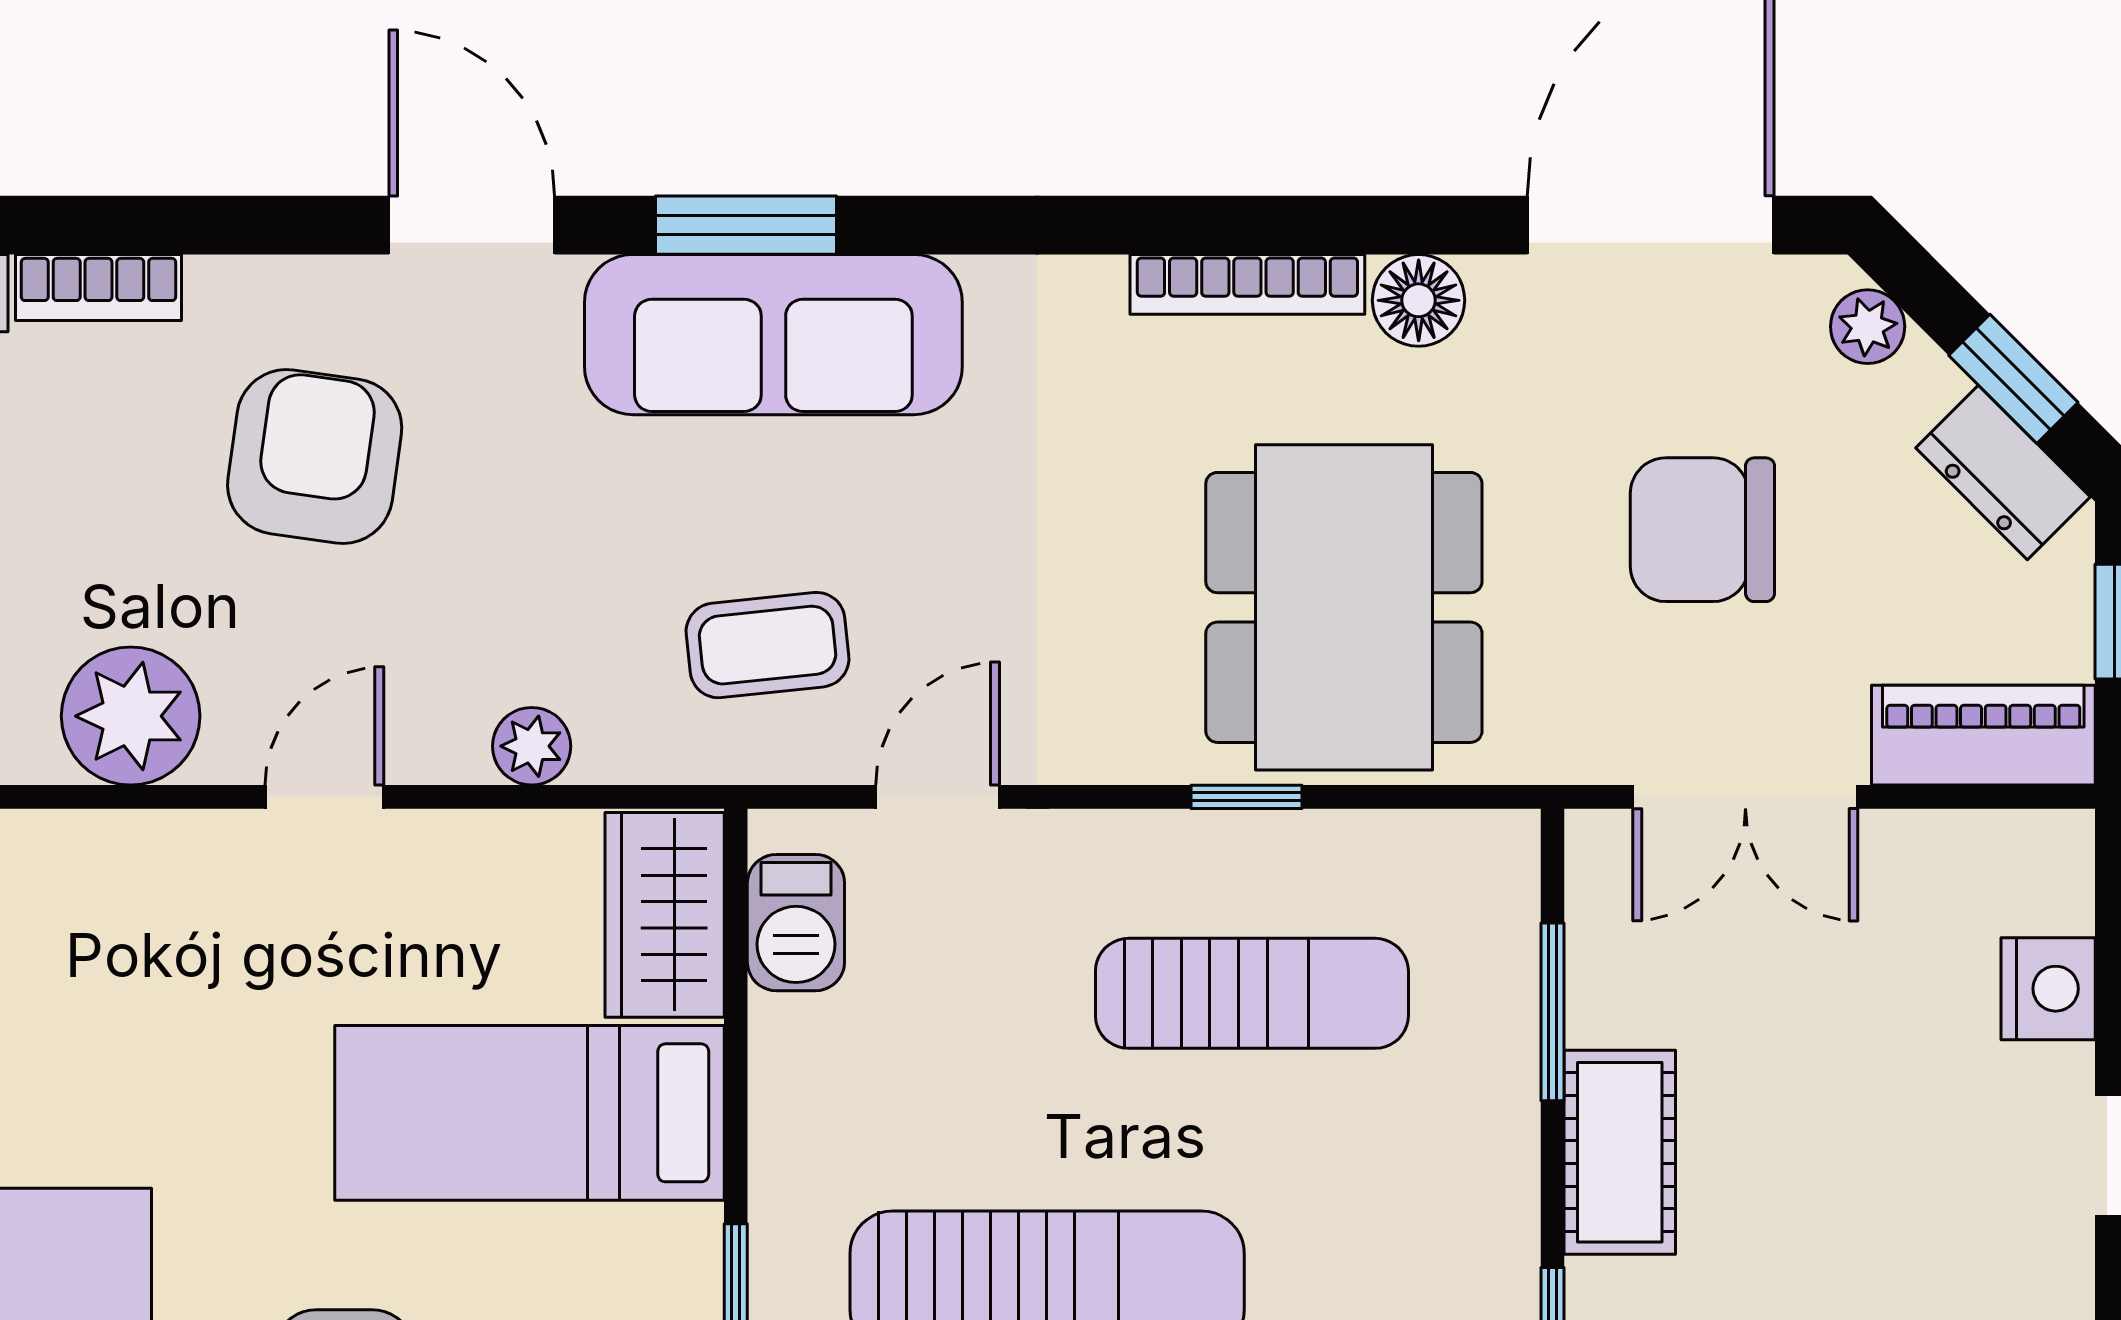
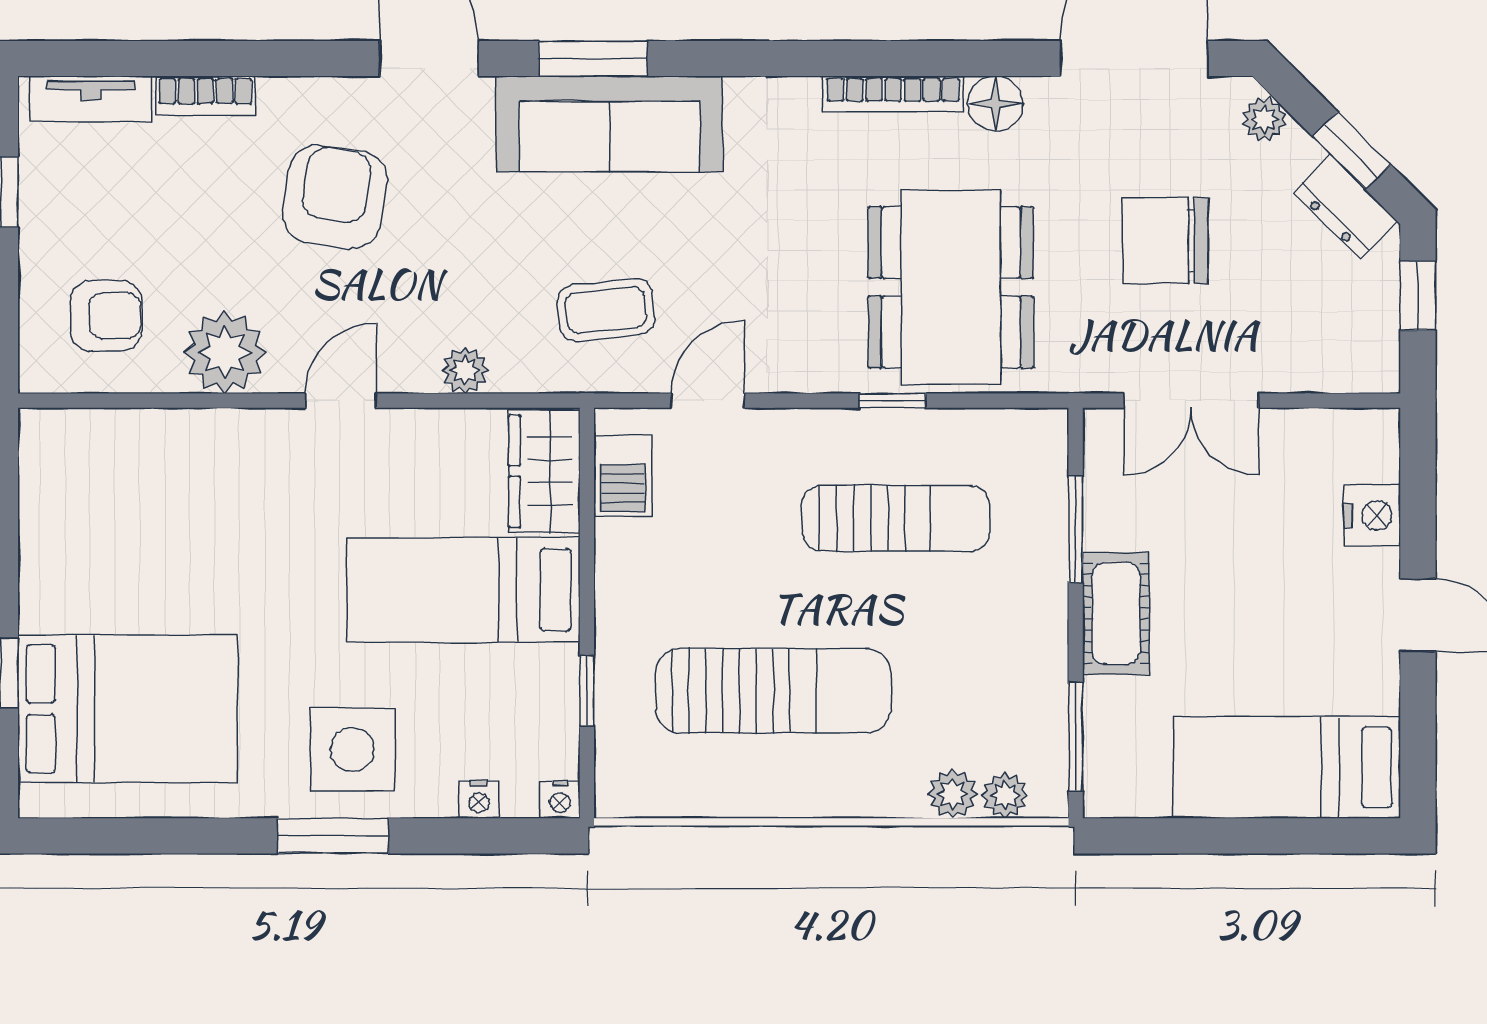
piano: (1983, 735) -> (1334, 364), removed

